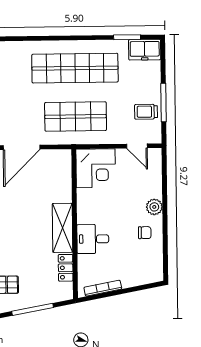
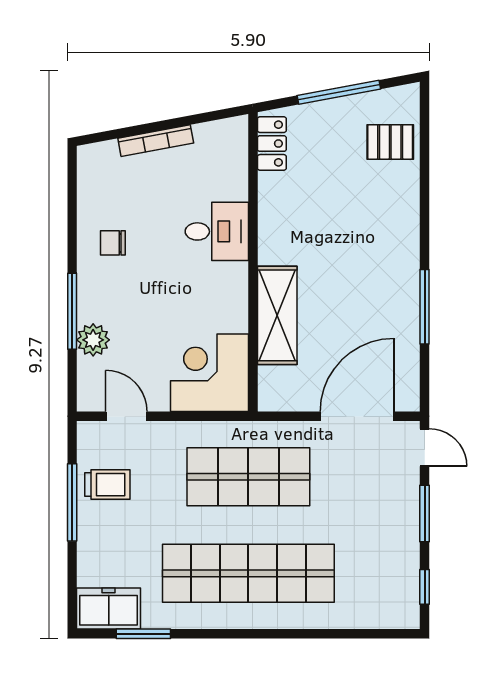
window: (165, 198) -> (72, 311), added
plant: (154, 207) -> (93, 340), moved
shelving: (62, 228) -> (277, 315), moved
locker: (66, 268) -> (272, 144), moved
bookcase: (103, 288) -> (156, 141), moved

